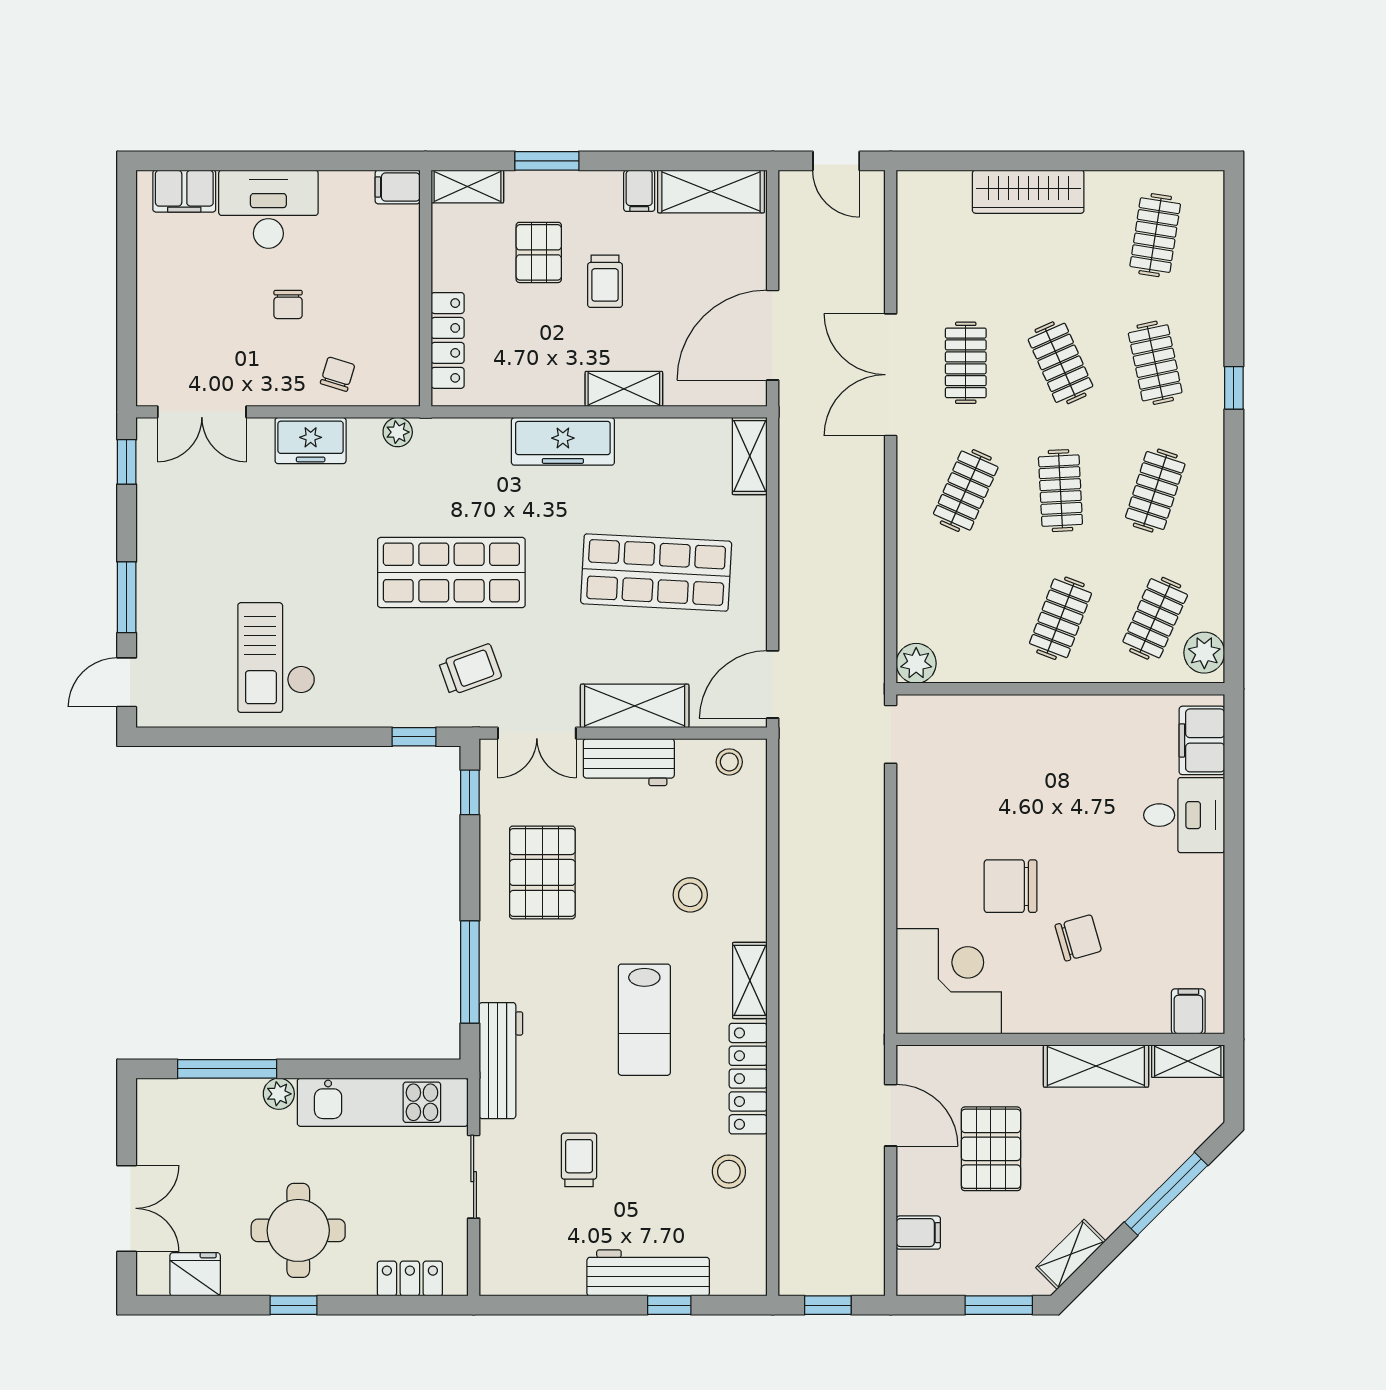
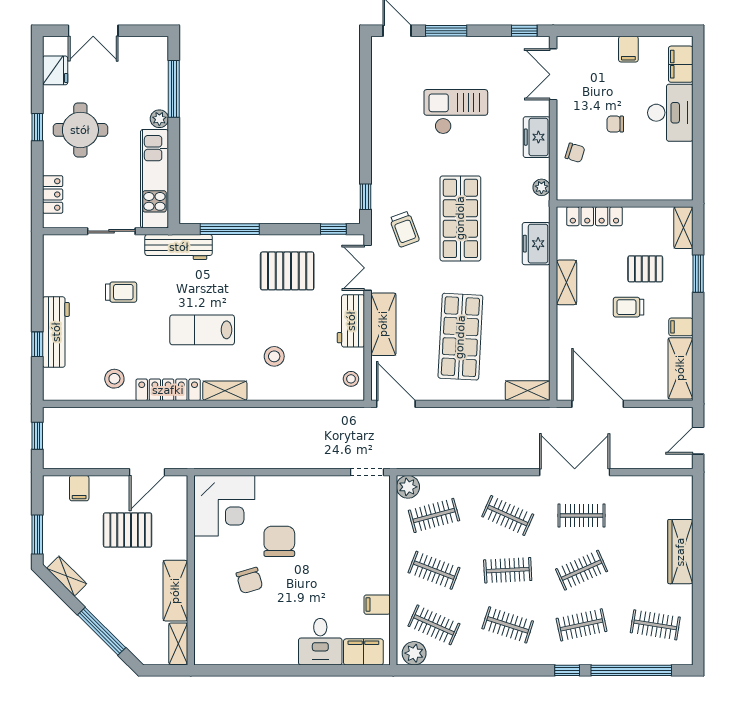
filing cabinet: (398, 187) -> (628, 49), moved, turned 180
window: (1234, 277) -> (631, 670), added
shelving: (624, 389) -> (566, 282), moved
freezer: (563, 441) -> (536, 244), moved, width x0.71
clothes rail: (966, 618) -> (434, 515), added
checkout: (276, 658) -> (456, 112), moved
filing cabinet: (1188, 1011) -> (377, 605), moved, turned 180

